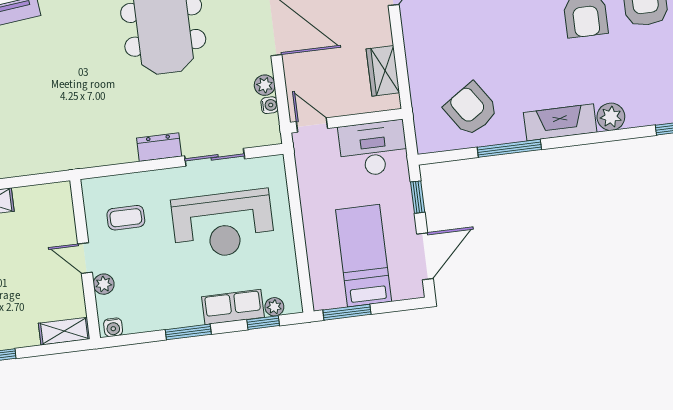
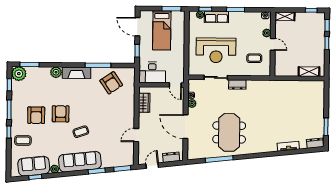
reception desk: (223, 224) -> (216, 50), turned 180
door: (425, 256) -> (137, 27), hinge flipped

